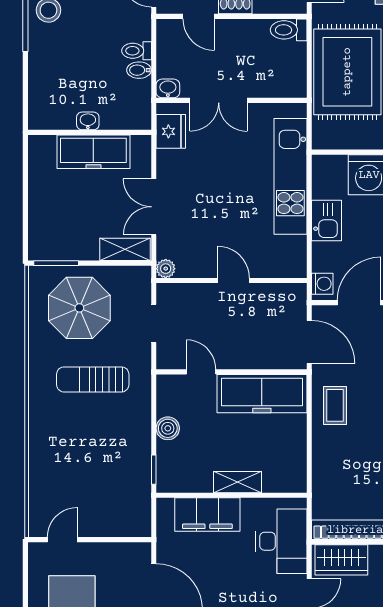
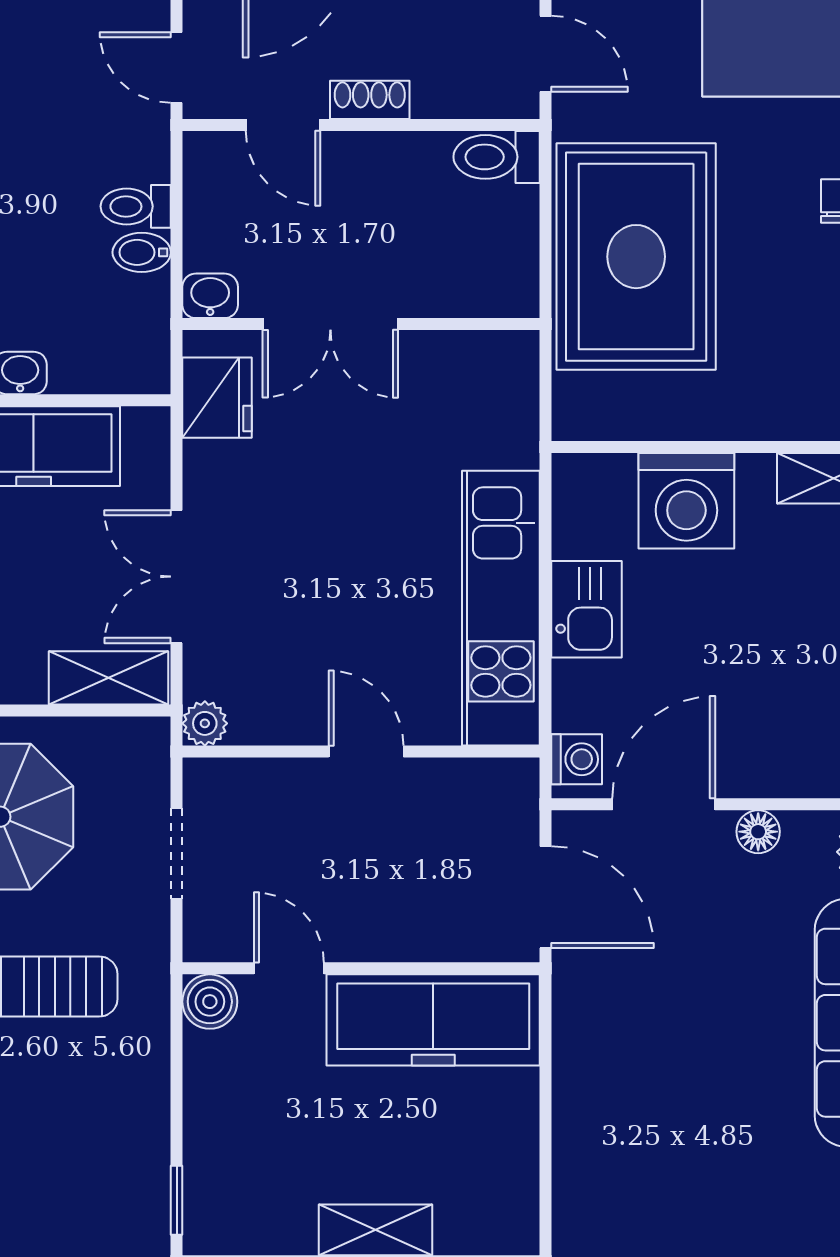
kitchen unit: (290, 176) -> (501, 608), moved
coffee table: (335, 405) -> (607, 1048), removed
boiler: (168, 428) -> (210, 1002), moved

